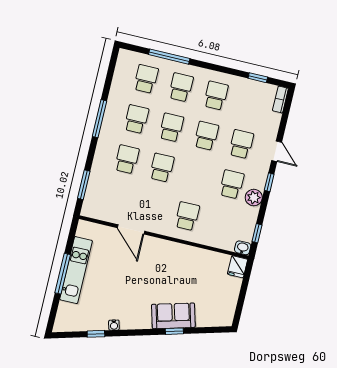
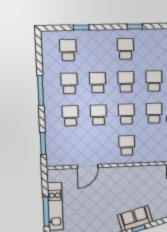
window: (169, 57) -> (81, 28), width x0.46
window: (258, 78) -> (135, 27), moved
school desk: (181, 87) -> (126, 114), moved
door: (131, 229) -> (88, 166), hinge flipped

